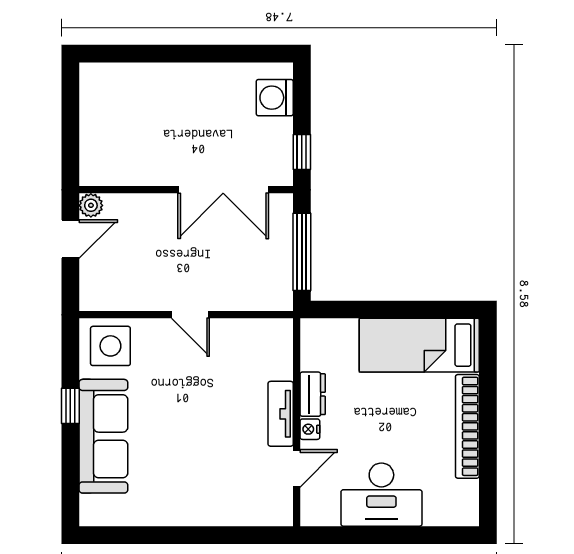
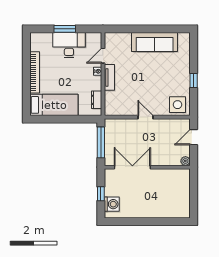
window: (302, 152) -> (101, 194), moved
door: (70, 239) -> (194, 137), moved
dresser: (313, 394) -> (97, 100), moved
sofa: (103, 436) -> (155, 42), moved, turned -90
window: (392, 535) -> (65, 29), added

